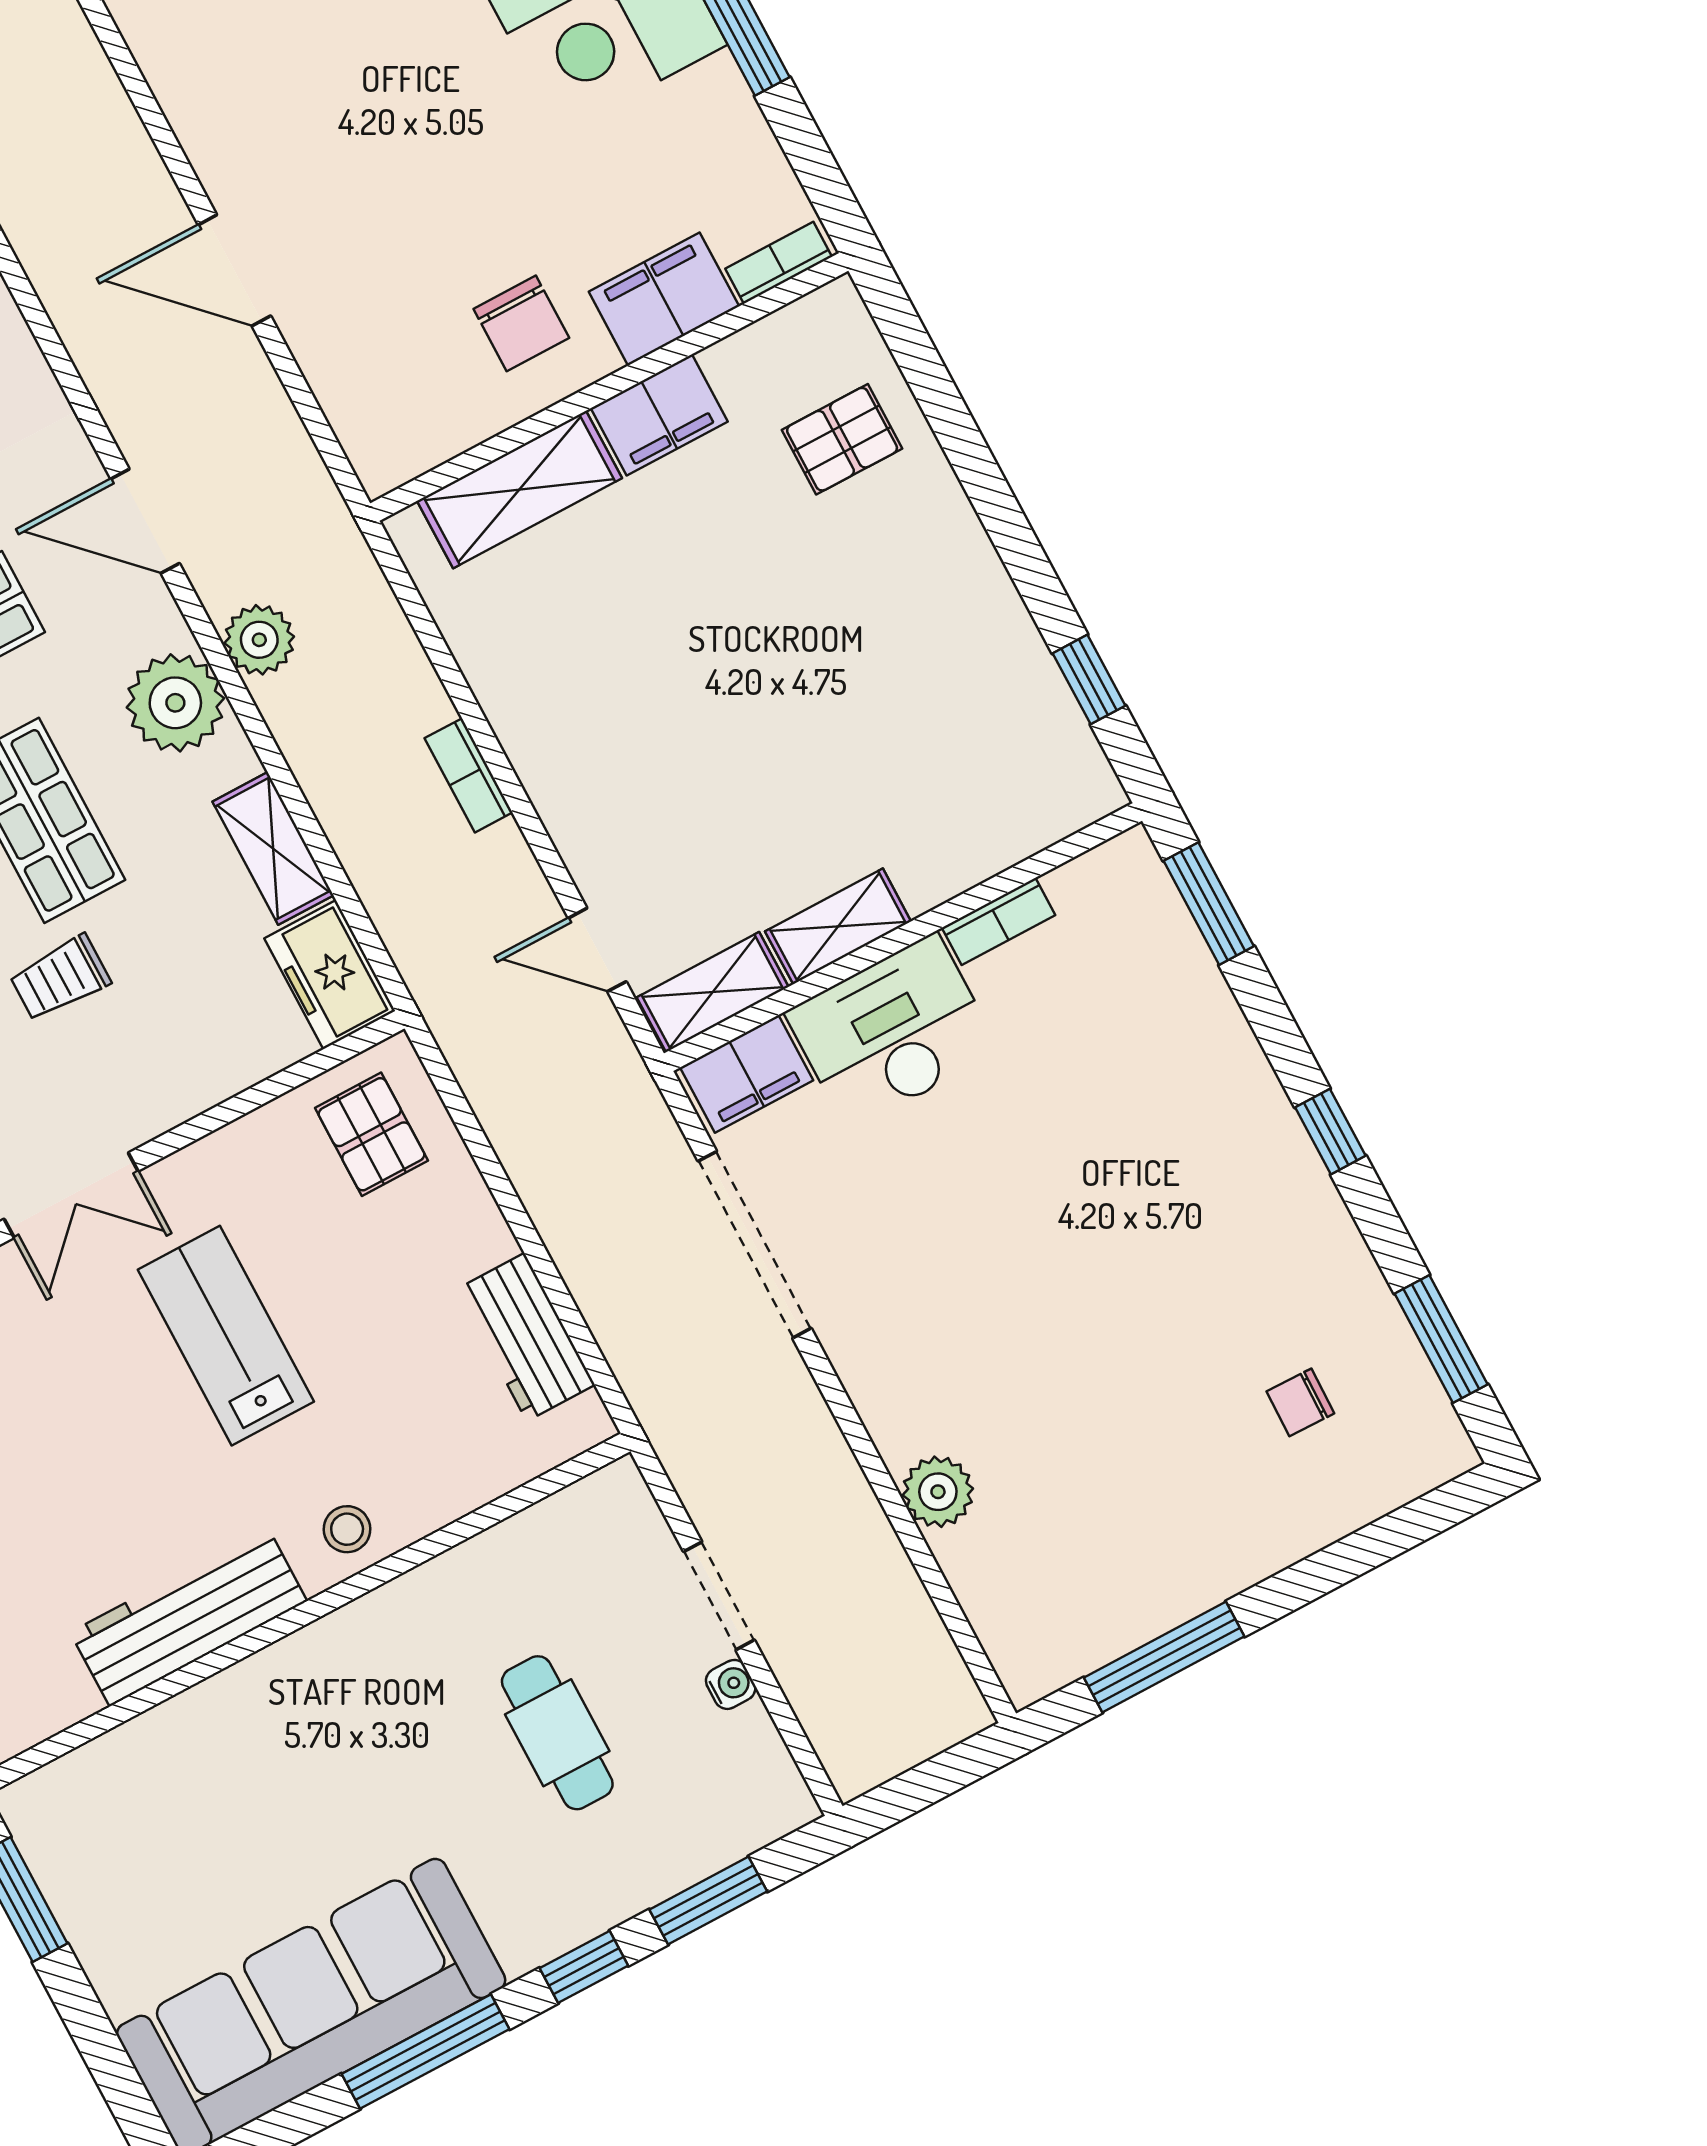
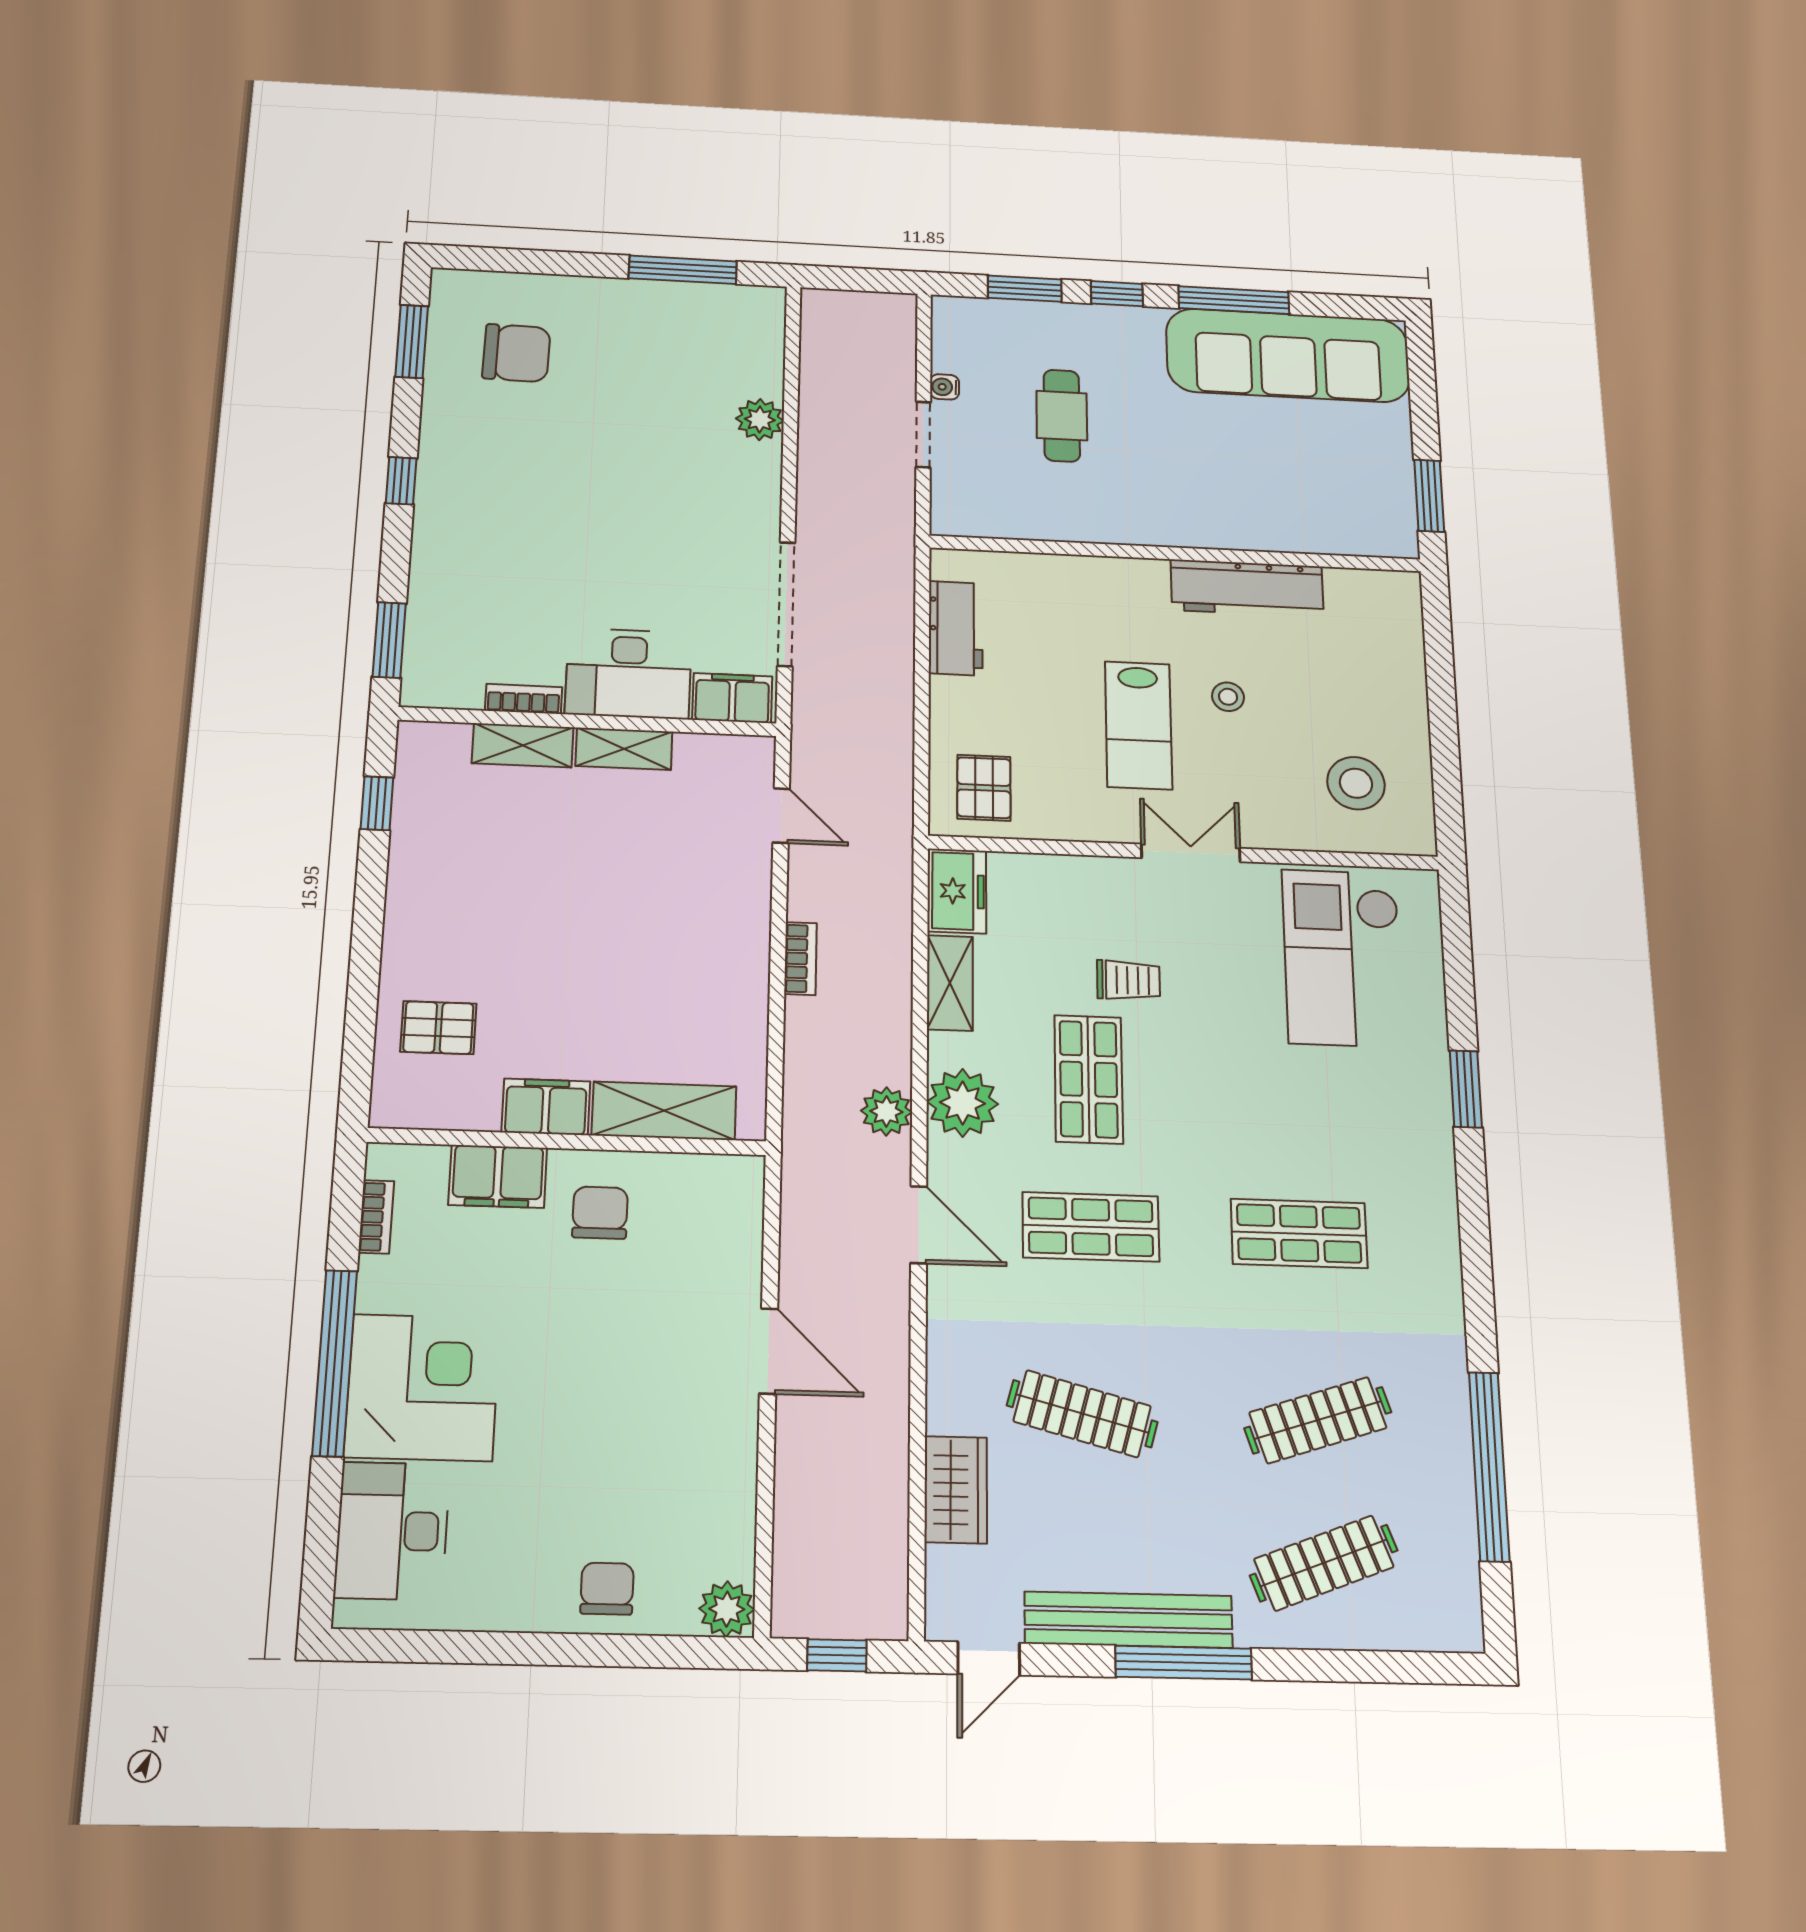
bookcase: (779, 263) -> (376, 1217), moved, turned -90
shelving: (713, 992) -> (523, 745), moved
chair: (1300, 1402) -> (516, 353), width x1.87, depth x1.87
stool: (347, 1529) -> (1228, 697), moved

